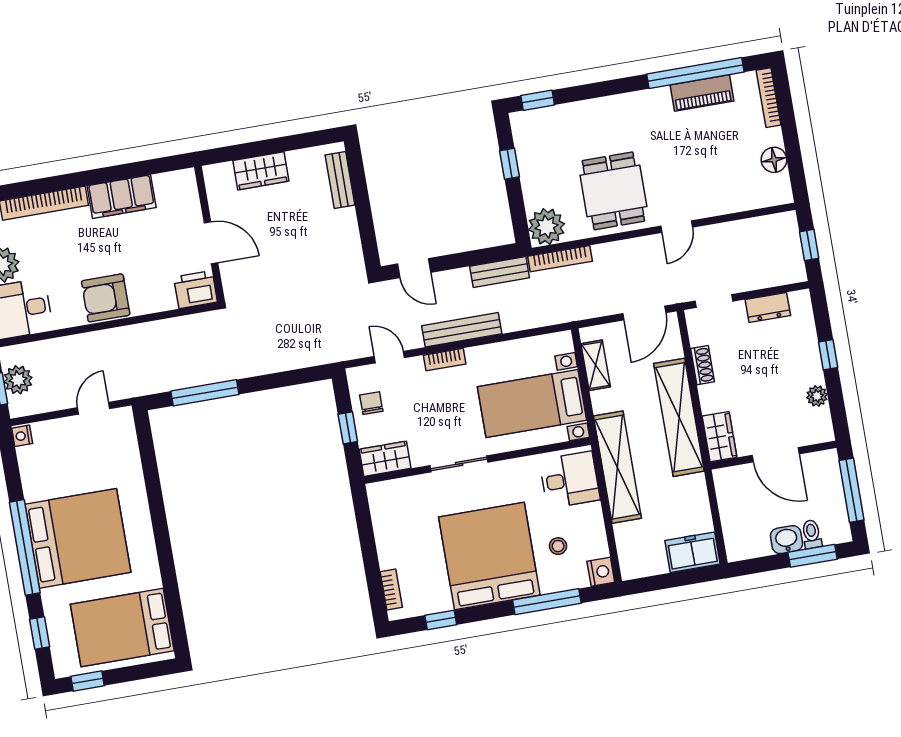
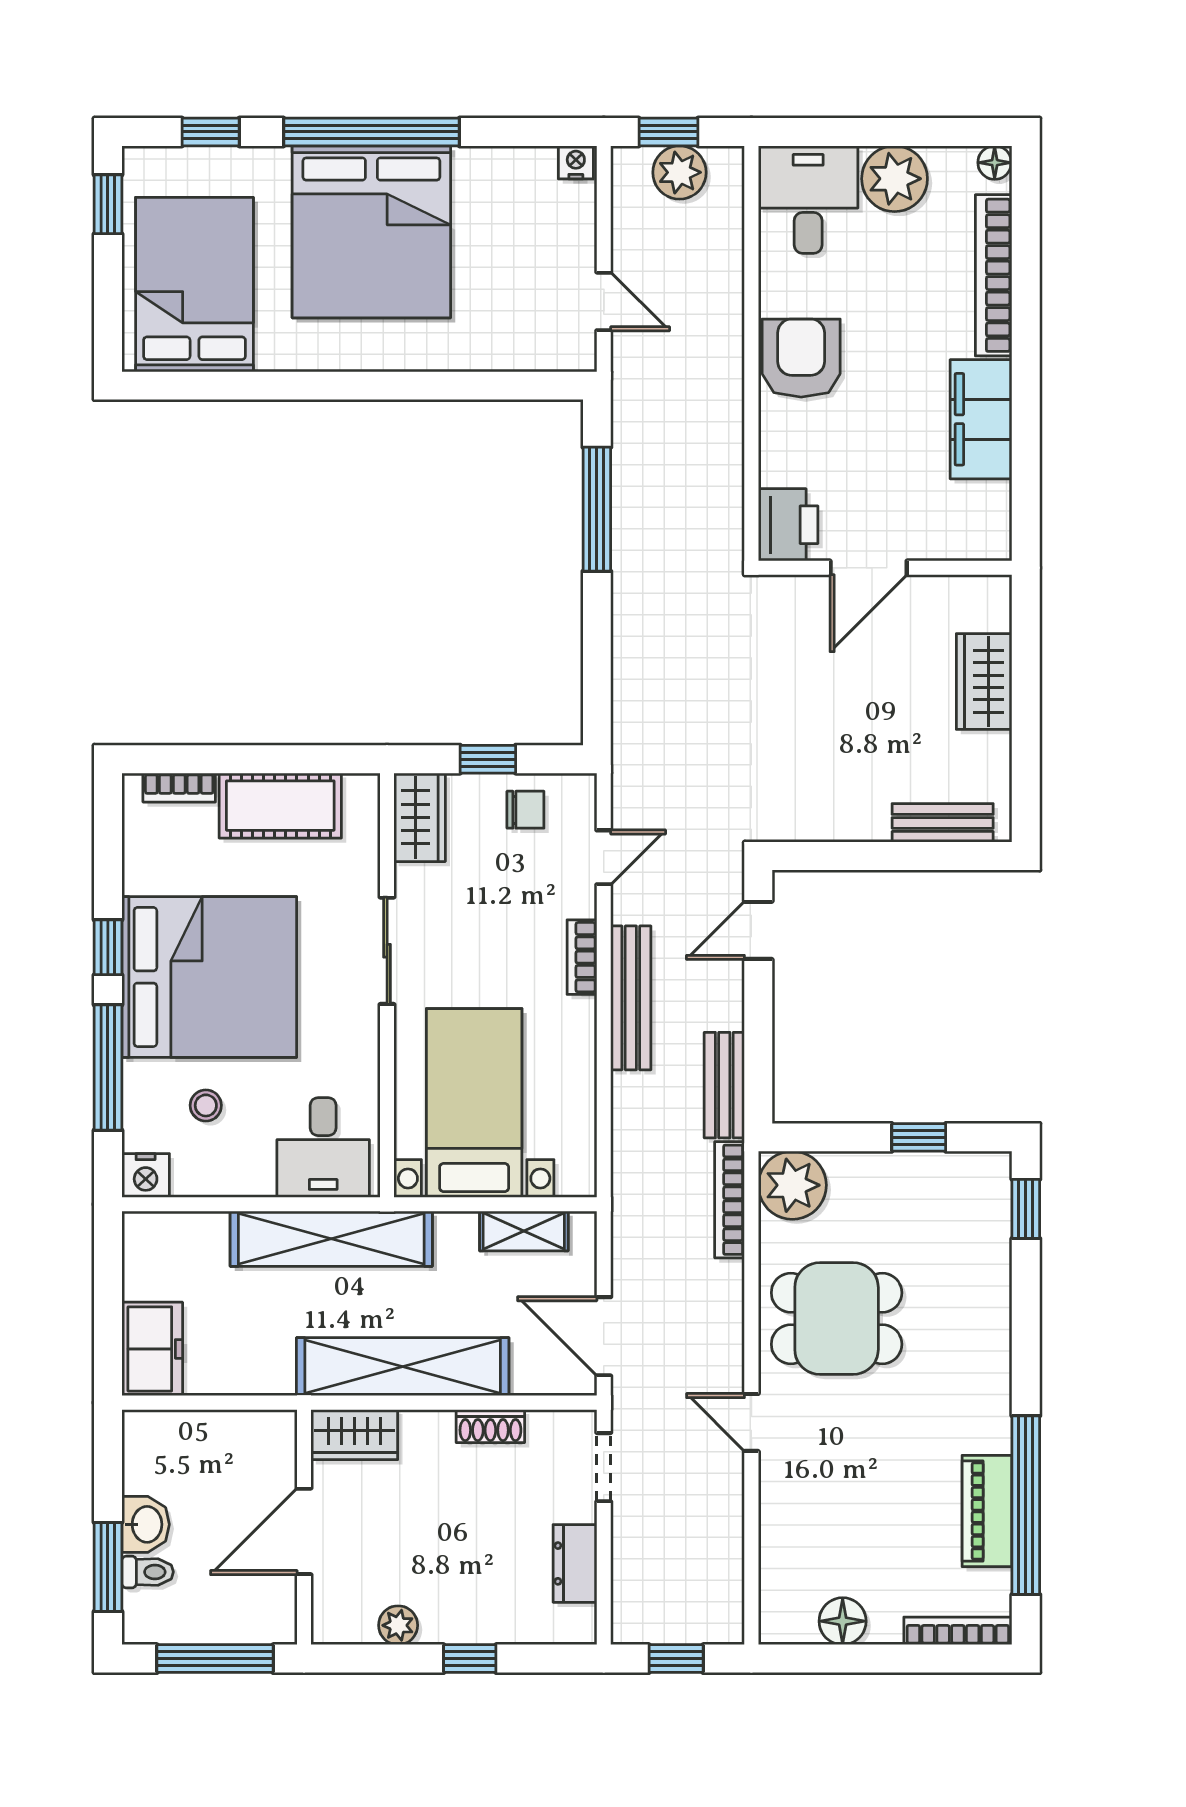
cot: (392, 534) -> (280, 806), added
window: (441, 620) -> (108, 947), moved

